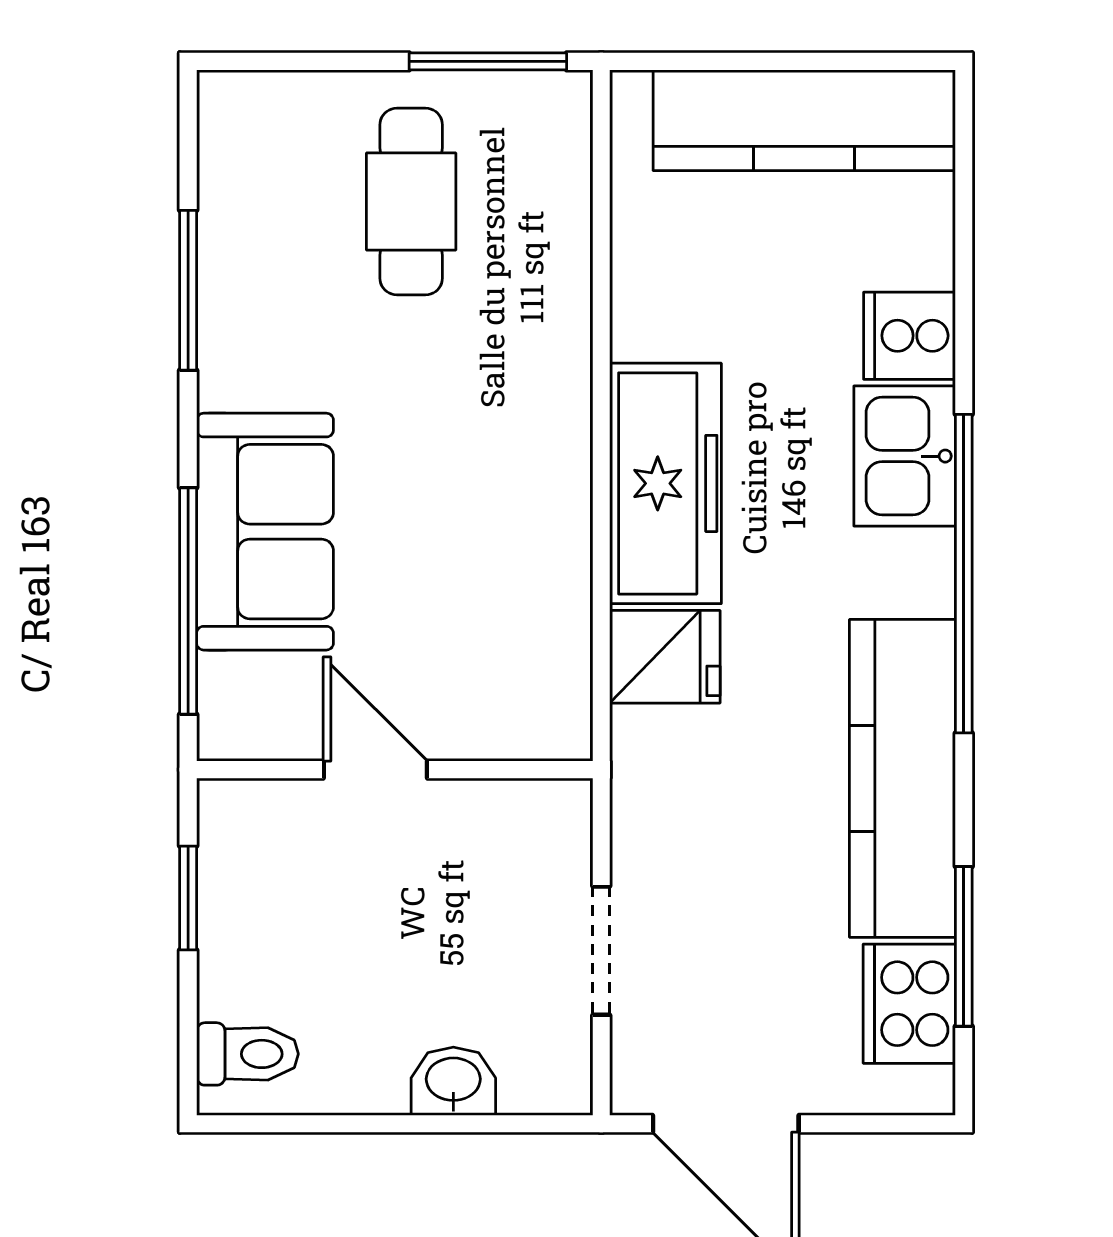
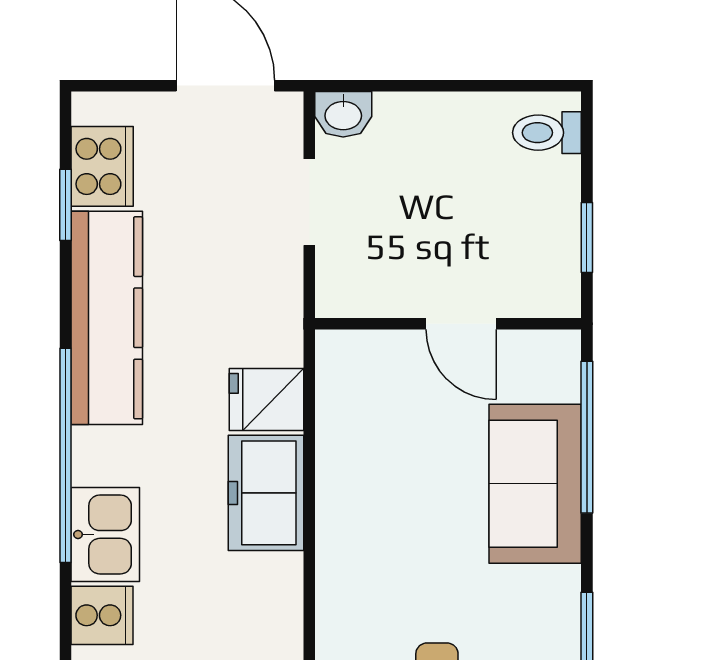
freezer: (666, 483) -> (266, 493), width x0.71
window: (964, 946) -> (65, 205), width x0.67
washbasin: (453, 1081) -> (343, 114), moved

